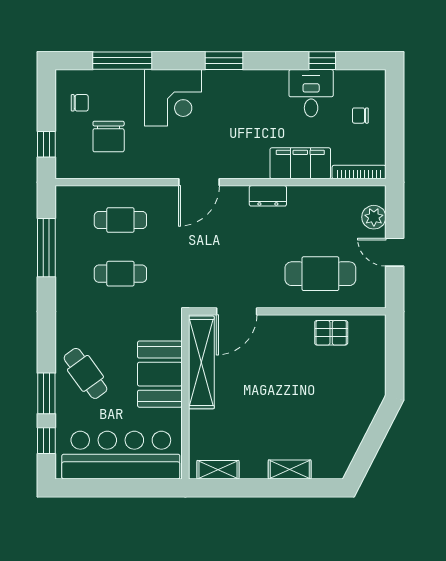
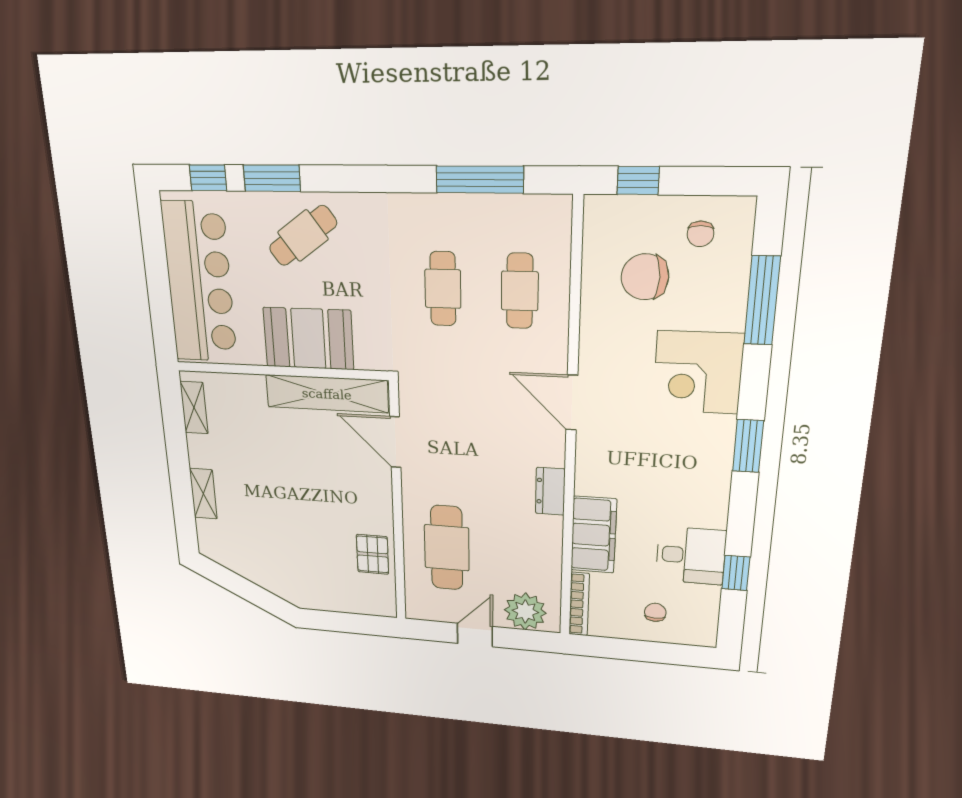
plant: (374, 217) -> (525, 611), width x1.36, depth x1.36

